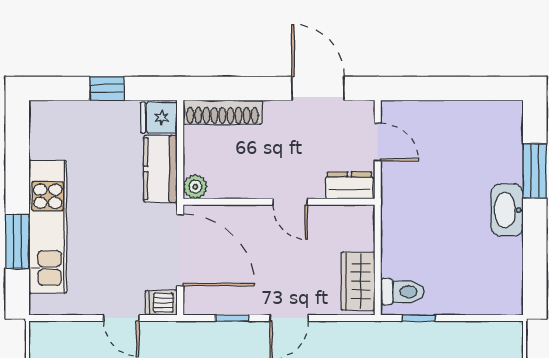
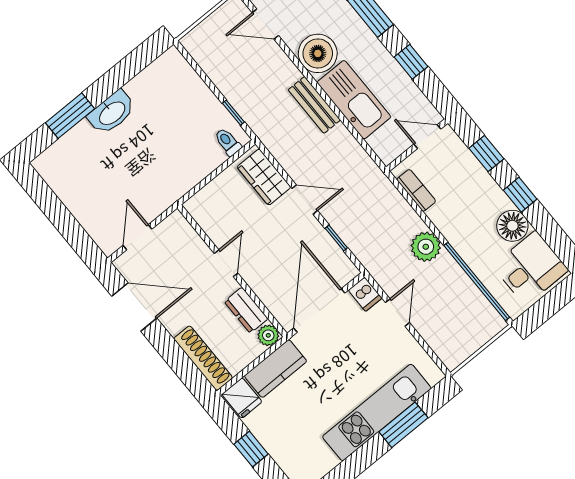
door: (318, 88) -> (134, 307), swing flipped
dresser: (350, 185) -> (246, 310), moved
wardrobe: (358, 281) -> (264, 177), moved, turned 90
toilet: (402, 292) -> (228, 142), width x0.73, depth x0.72

